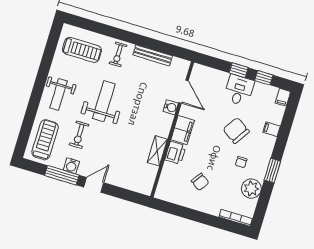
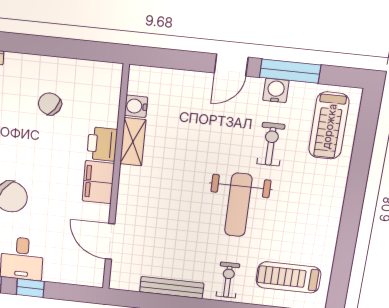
weight bench: (59, 94) -> (317, 203), removed
water cooler: (171, 107) -> (136, 106), moved

